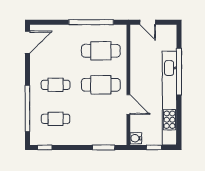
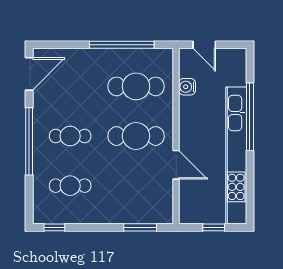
window: (27, 108) -> (29, 141), moved
water cooler: (136, 138) -> (187, 87), moved

